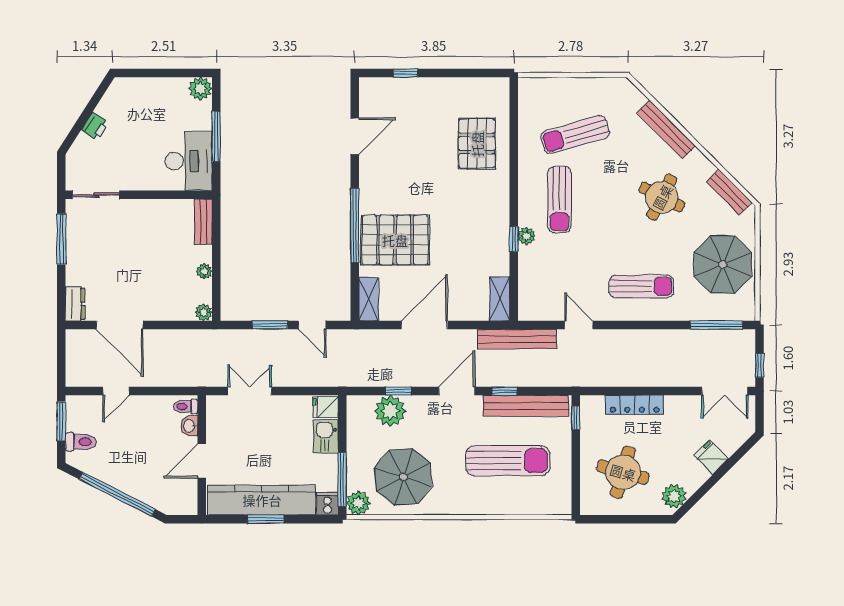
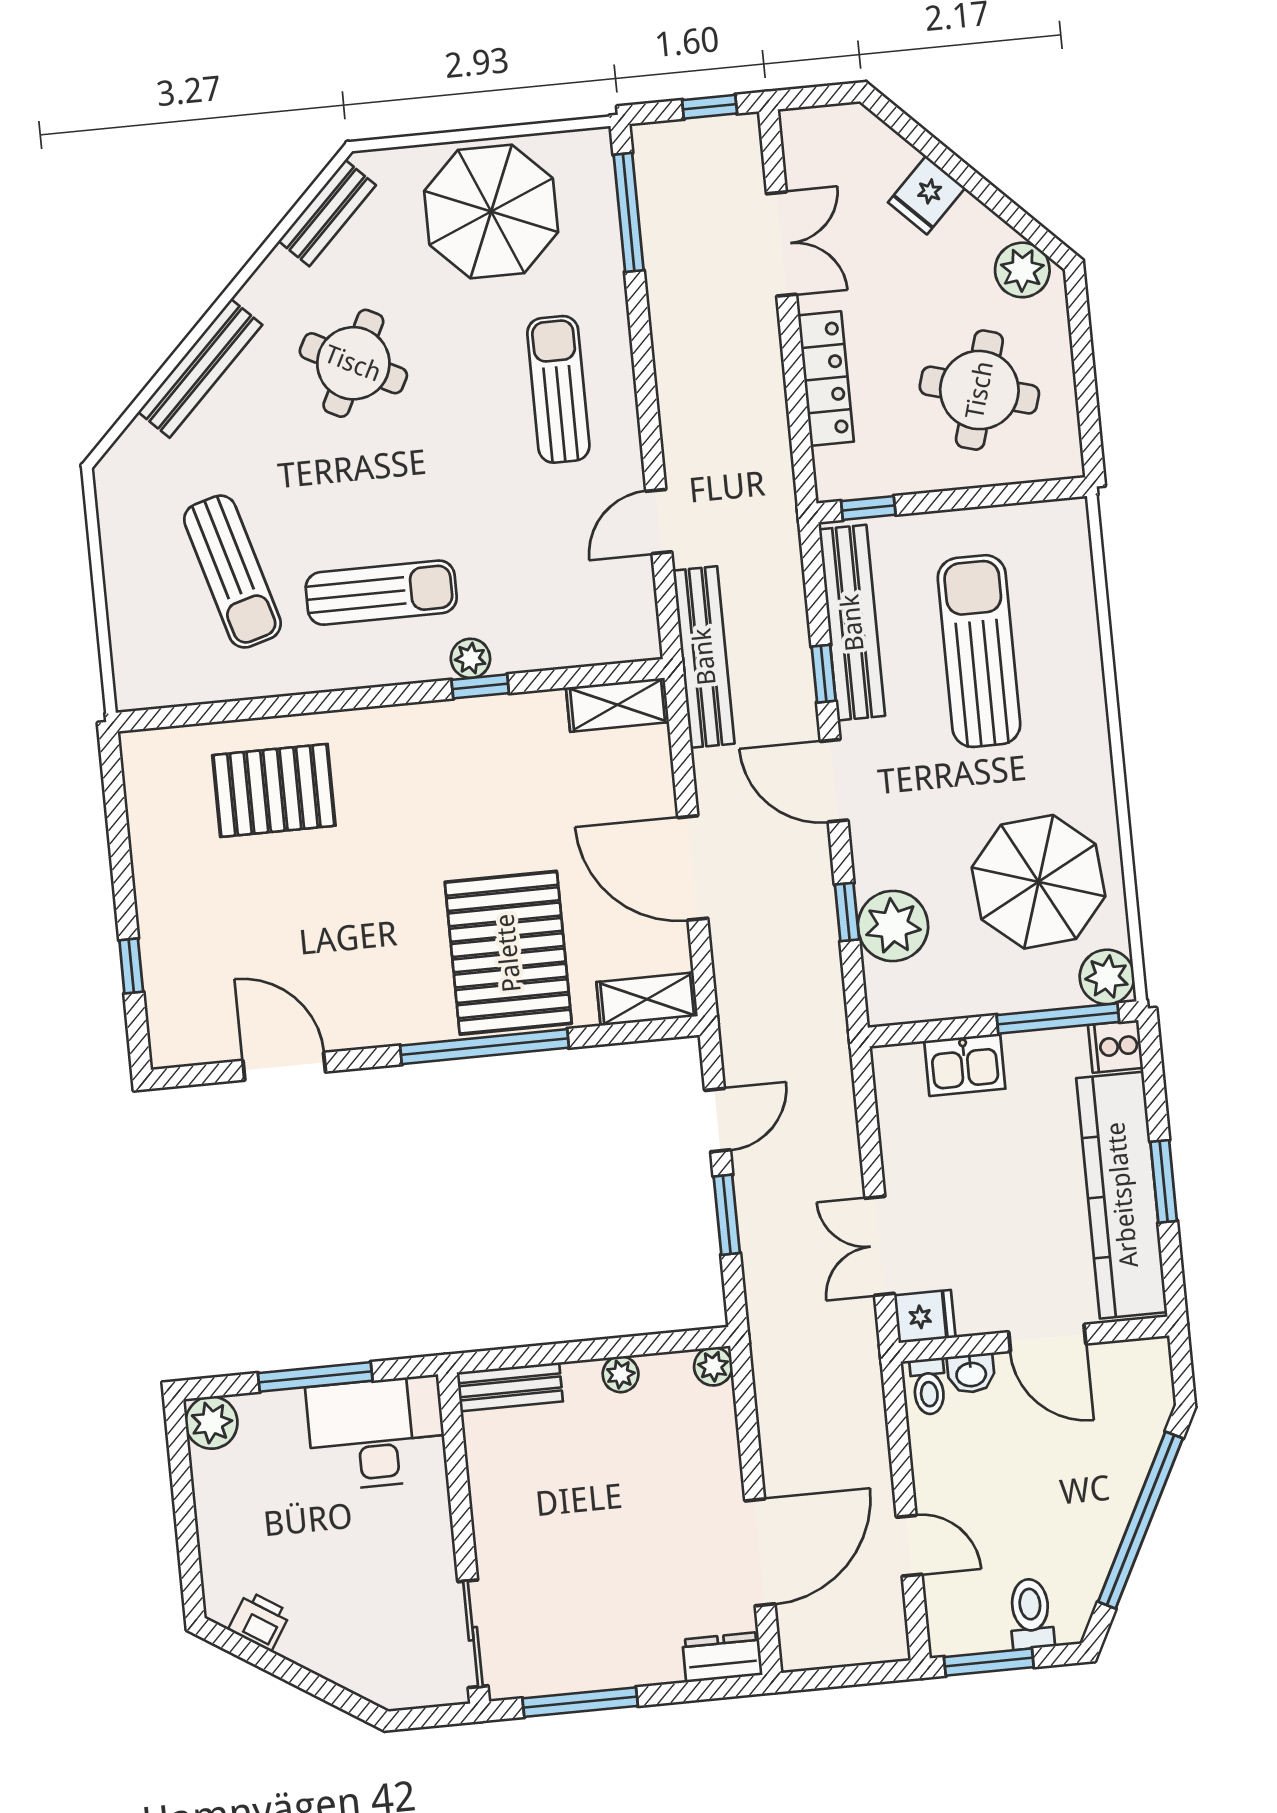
printer: (95, 126) -> (259, 1621), moved
double door: (725, 391) -> (781, 244), moved
fridge: (325, 407) -> (925, 1316), moved, turned -90

